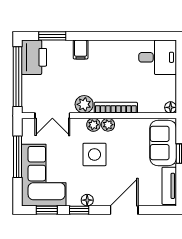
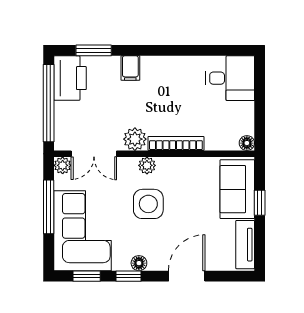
plant: (108, 125) -> (63, 165), moved

